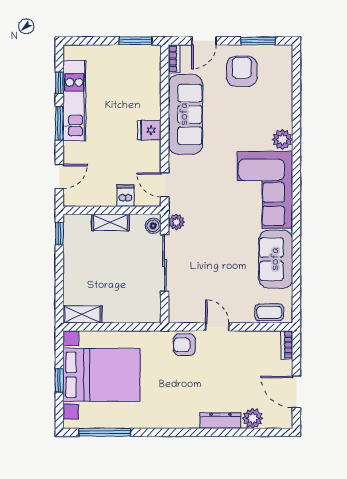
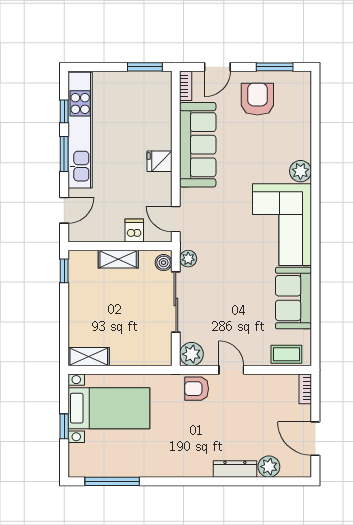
kitchen unit: (74, 101) -> (80, 130), width x1.36
plant: (179, 312) -> (191, 354), added
bed with nightstands: (101, 375) -> (109, 408), width x0.73

